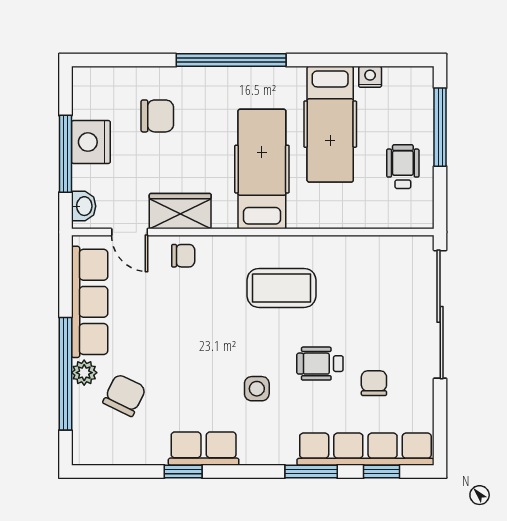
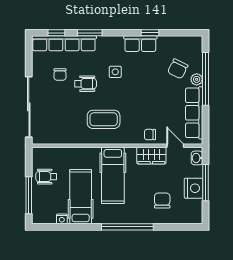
chair: (157, 116) -> (162, 200), turned 90
wheelchair: (403, 167) -> (46, 177), turned 90

